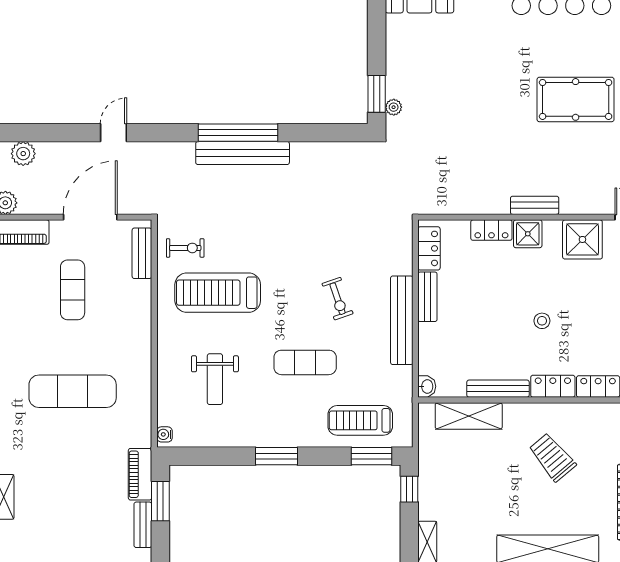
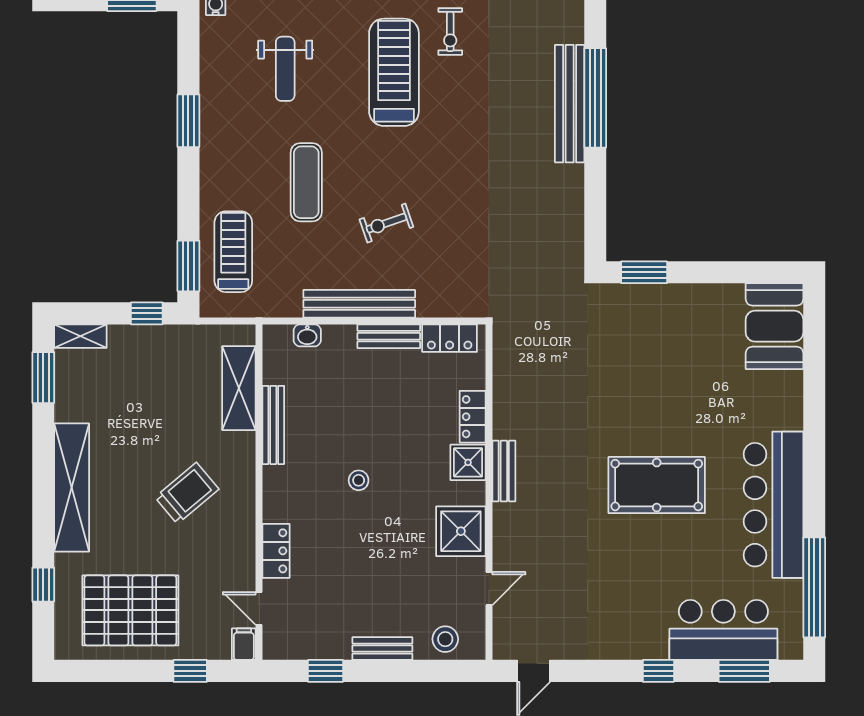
pool table: (576, 99) -> (657, 485), moved, turned 90
plant: (394, 107) -> (627, 294), removed
weight bench: (215, 379) -> (285, 69), turned -90
washbasin: (427, 386) -> (307, 335), moved
locker: (553, 386) -> (276, 494), removed
window: (276, 456) -> (188, 121), moved

